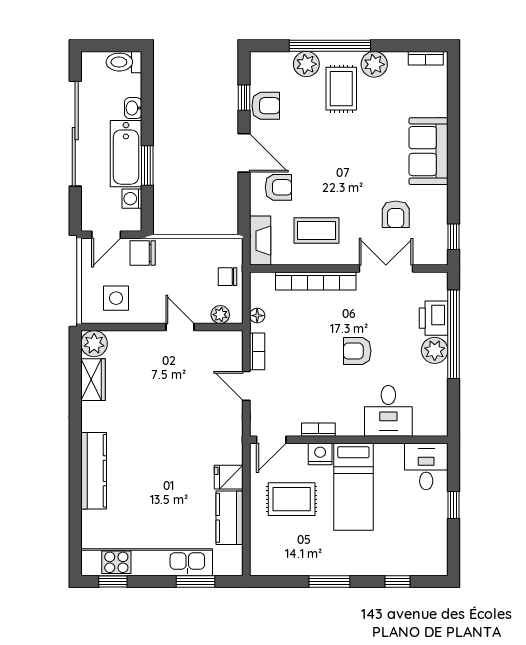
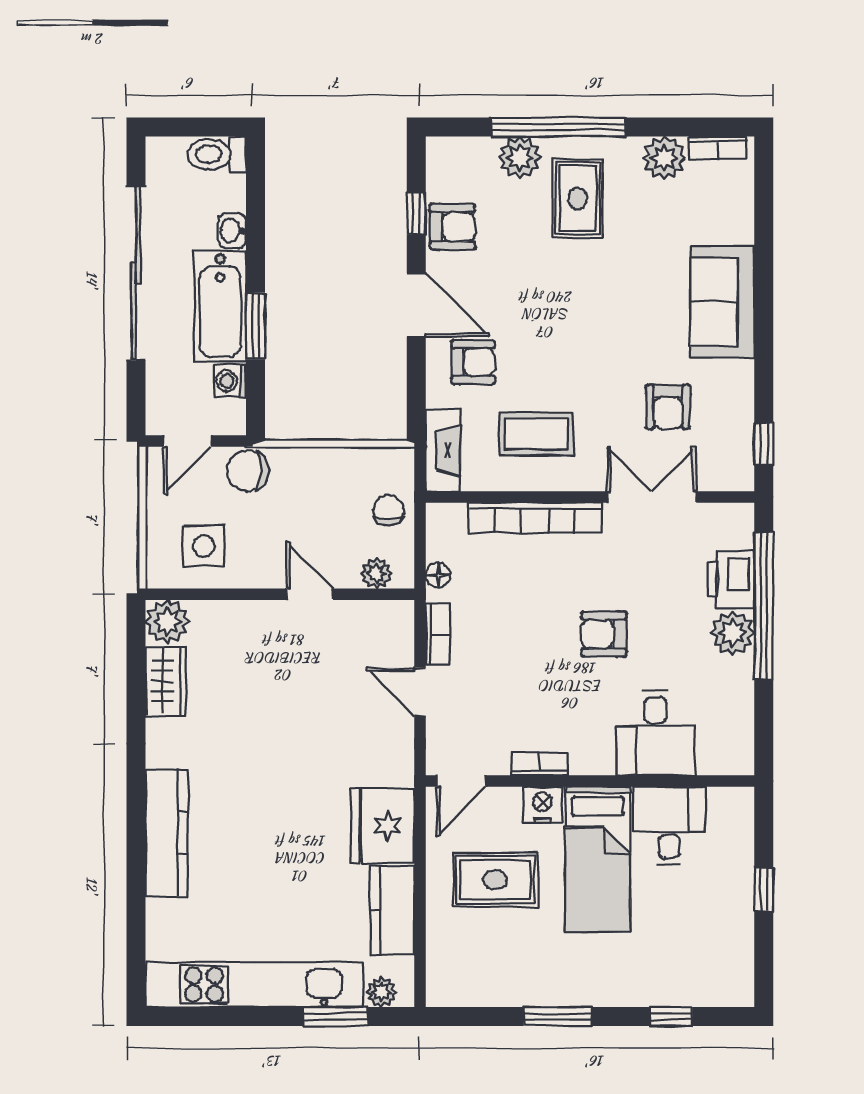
plant: (374, 64) -> (664, 158), moved
chair: (227, 277) -> (389, 510), turned 90
desk: (426, 466) -> (669, 825), moved
fridge: (229, 477) -> (383, 826), width x1.88, depth x1.34
plant: (223, 567) -> (381, 992), added
window: (113, 582) -> (198, 1016), removed

